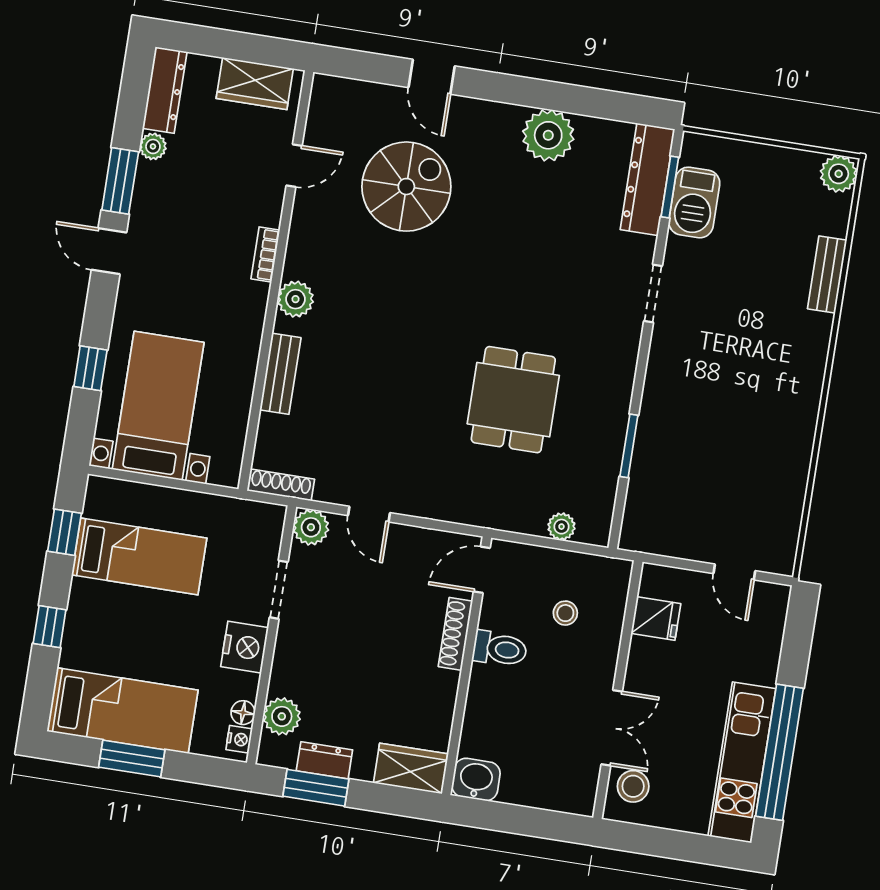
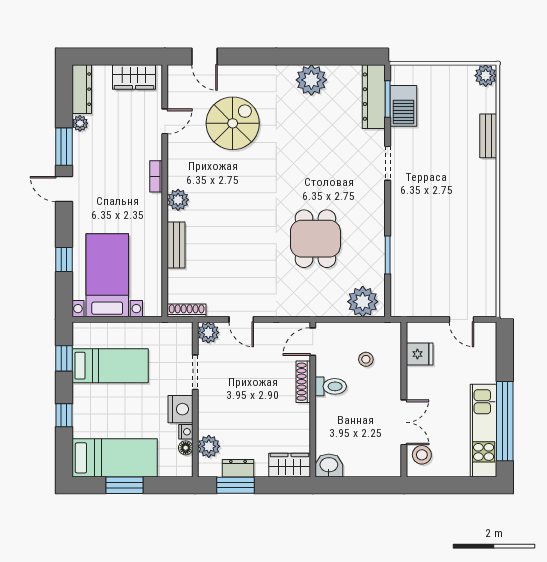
door: (432, 77) -> (205, 56), moved
plant: (561, 527) -> (363, 302), width x1.88, depth x1.88
nightstand: (239, 739) -> (186, 432), moved

